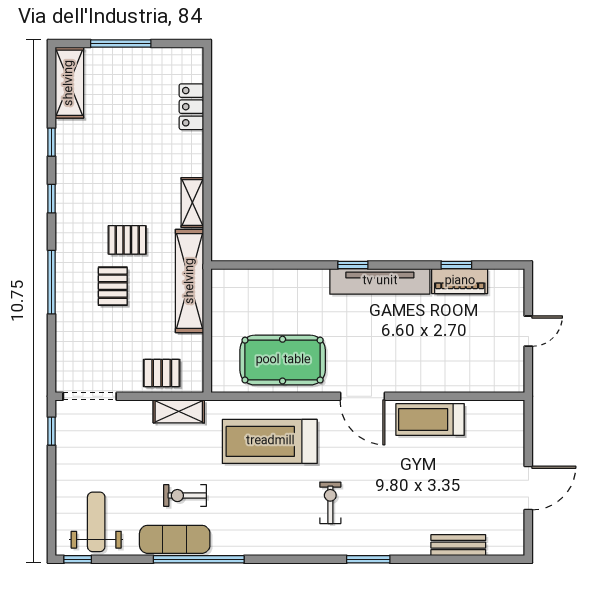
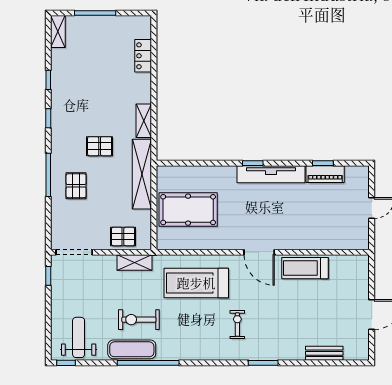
shelving: (69, 83) -> (58, 32), width x0.67, depth x0.75
pallet: (113, 286) -> (76, 186), moved
pool table: (283, 360) -> (188, 210), moved
exercise bike: (185, 496) -> (139, 320), width x1.38, depth x1.39

